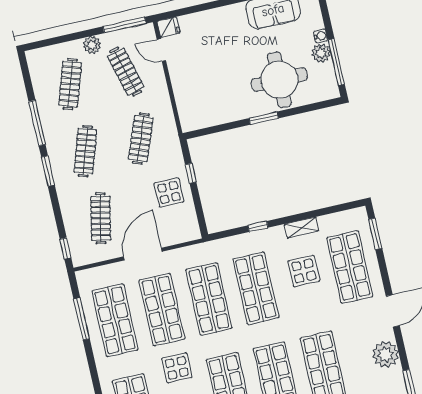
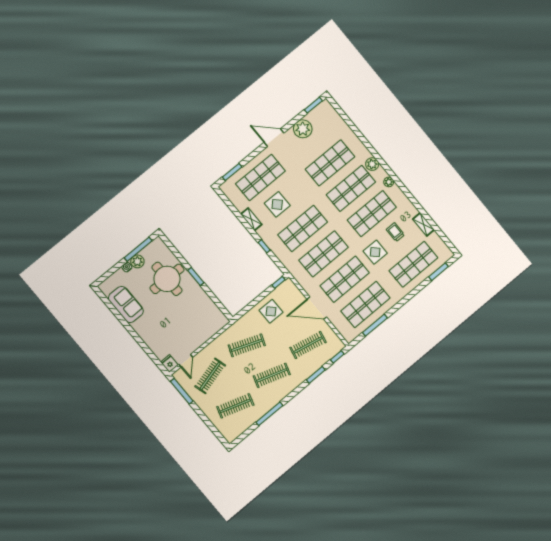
plant: (92, 45) -> (204, 405), removed
window: (48, 171) -> (316, 375), moved
window: (191, 173) -> (279, 282), moved

